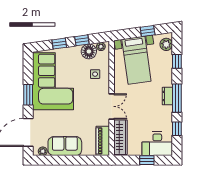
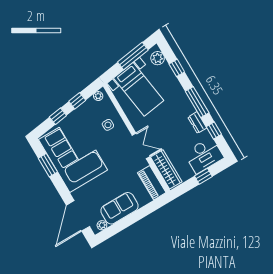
window: (148, 31) -> (133, 56), width x2.17
floor lamp: (89, 51) -> (90, 107), removed
window: (28, 95) -> (48, 165), moved
dresser: (167, 96) -> (197, 123), moved

